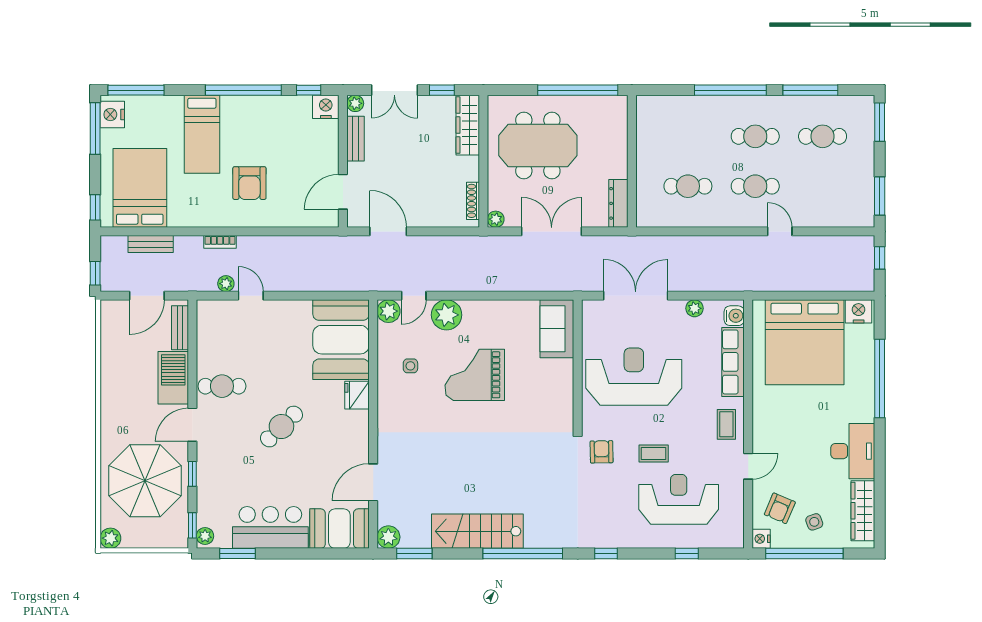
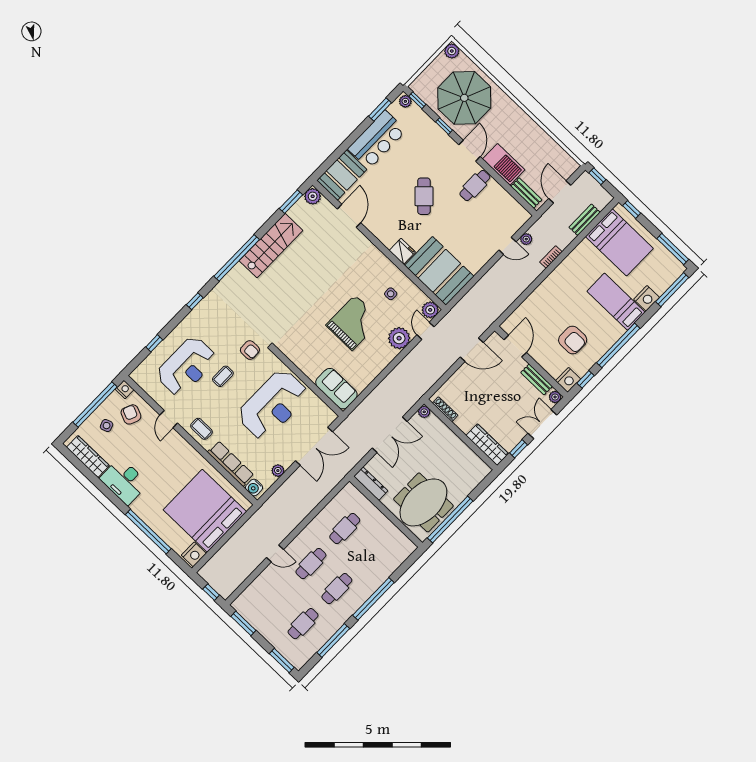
nightstand: (112, 115) -> (647, 298), moved, turned 90
meeting table: (538, 146) -> (423, 502), moved
armchair: (249, 183) -> (573, 340), moved, turned 180

